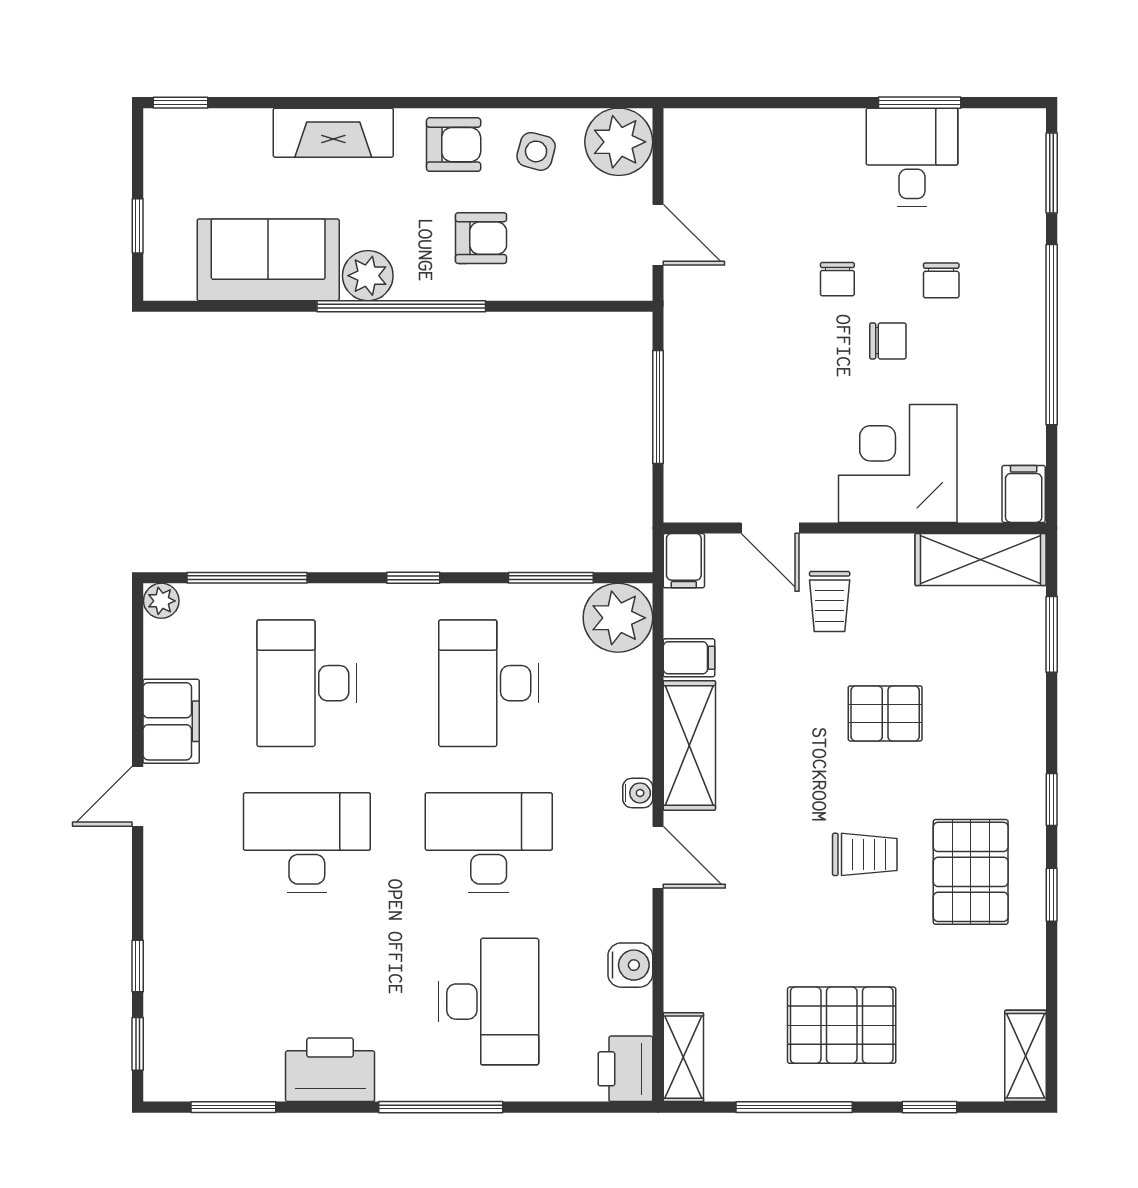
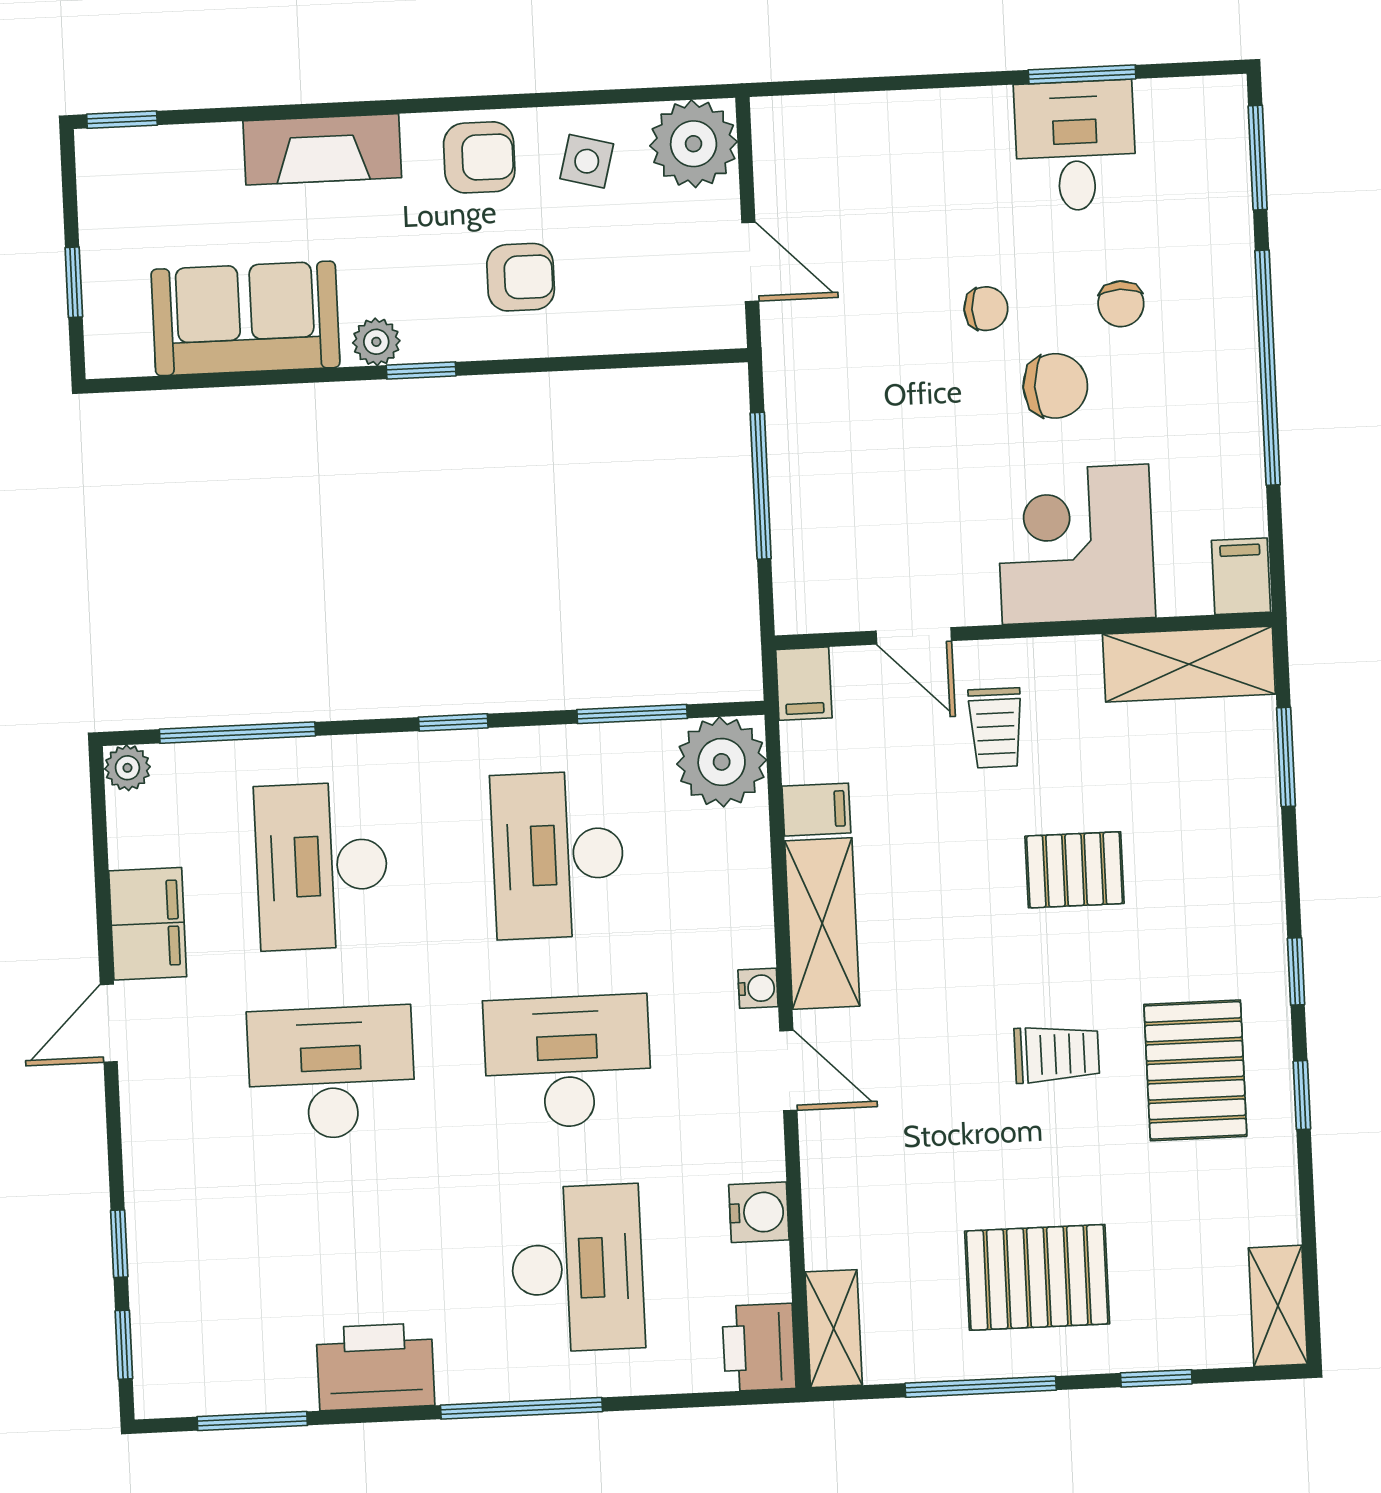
plant: (368, 276) -> (376, 342), width x0.73, depth x0.73
chair: (837, 279) -> (986, 309), turned -90
window: (401, 306) -> (421, 371), width x0.32
chair: (888, 341) -> (1055, 386), width x1.37, depth x1.37

